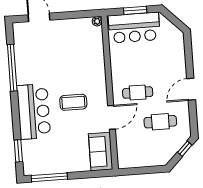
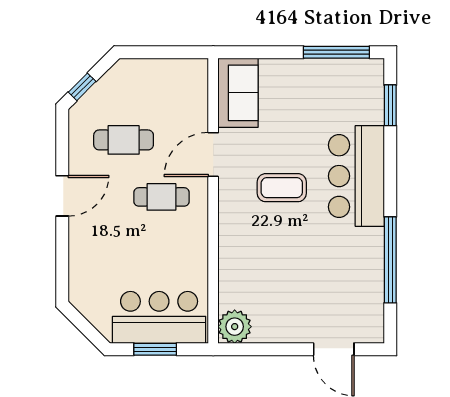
plant: (97, 21) -> (235, 327), width x1.88, depth x1.88

